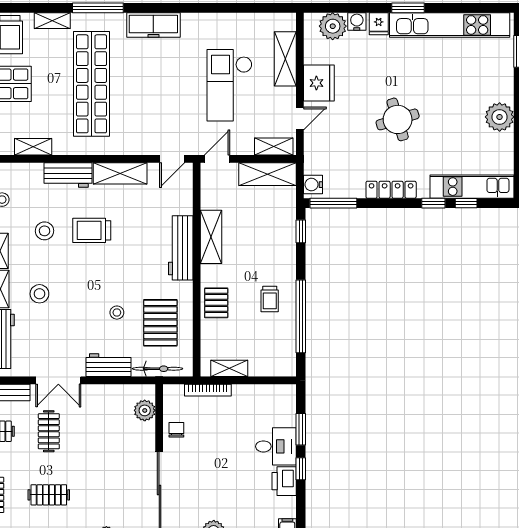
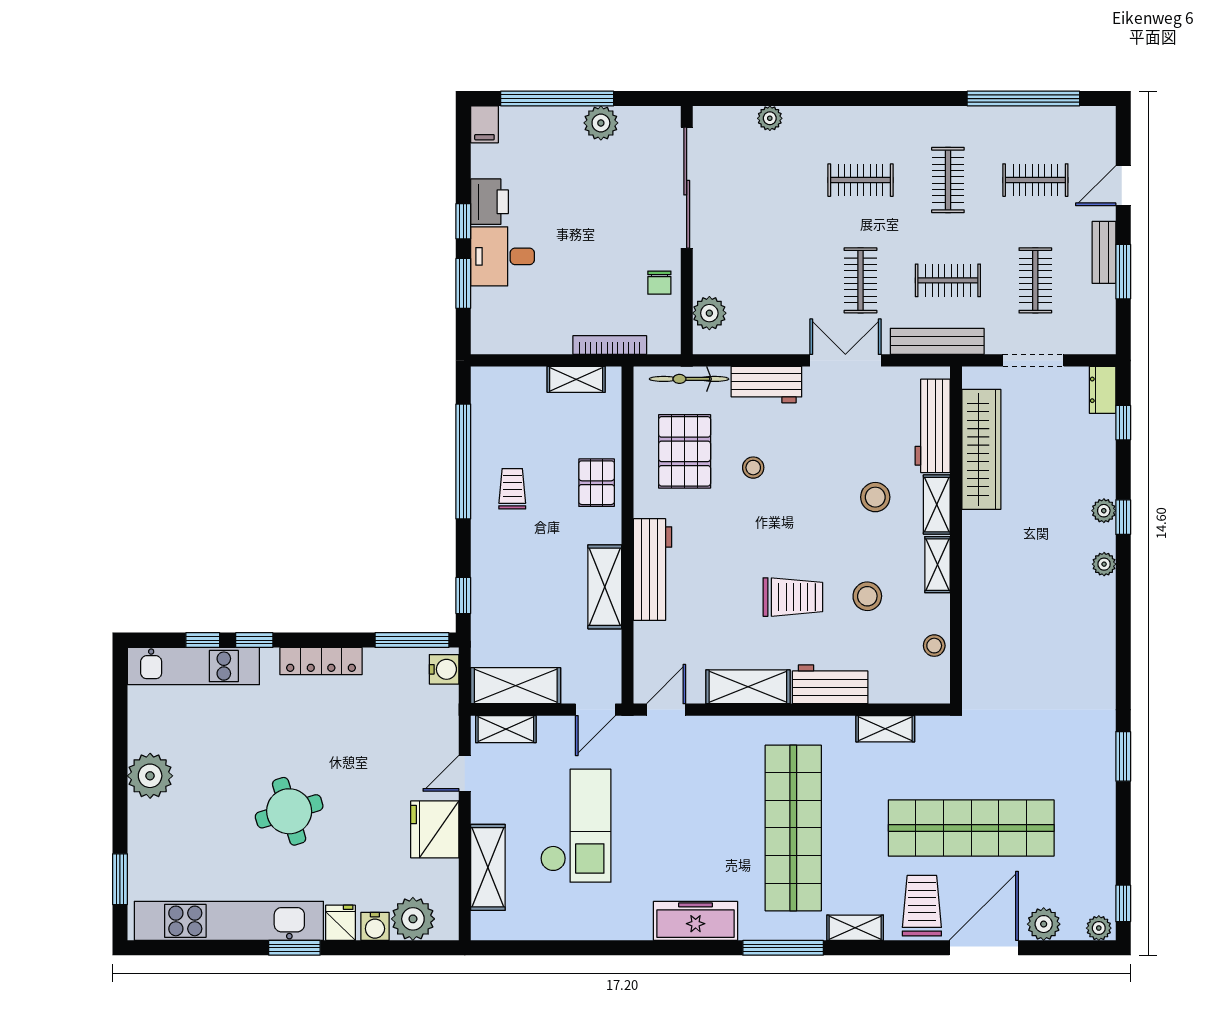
round table: (398, 119) -> (289, 811), moved

